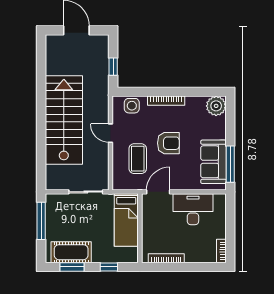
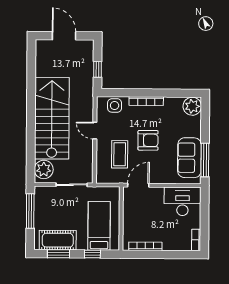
plant: (55, 176) -> (44, 169), added
desk: (193, 209) -> (182, 201), moved
bed: (126, 220) -> (99, 226), moved, turned 180

